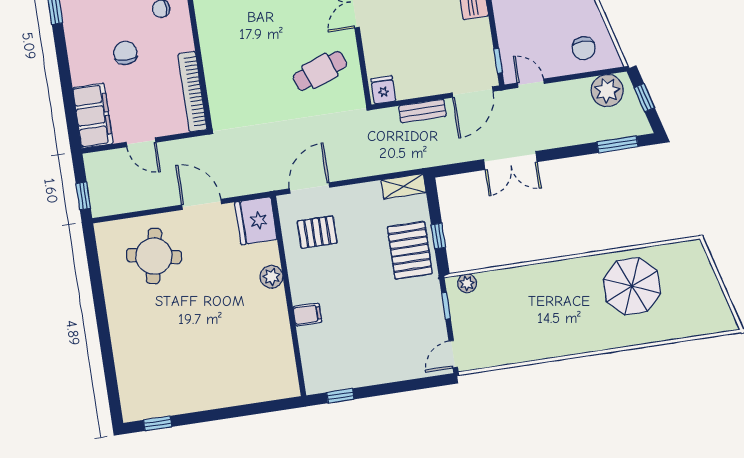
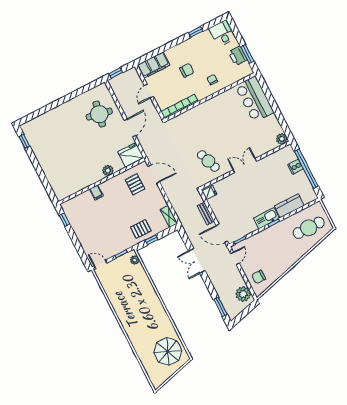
window: (644, 98) -> (246, 312), removed
pallet: (410, 250) -> (141, 229), width x0.67, depth x0.71
parasol: (632, 286) -> (168, 351), moved

